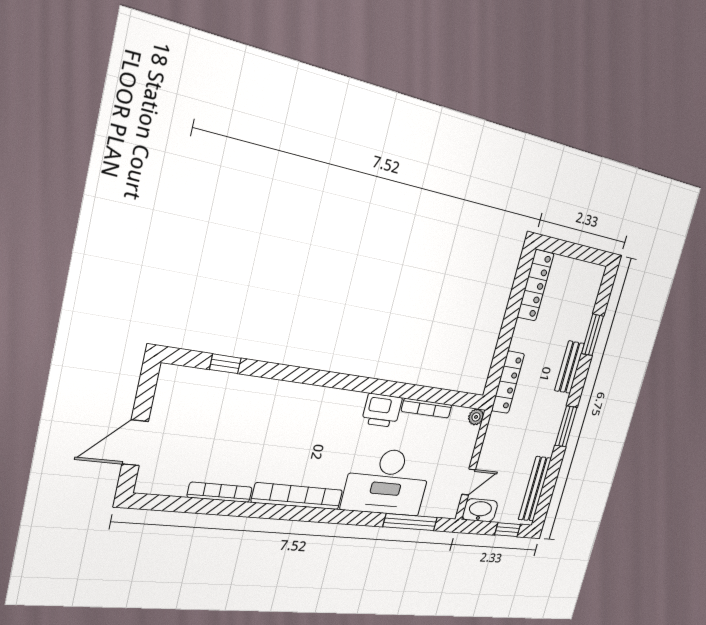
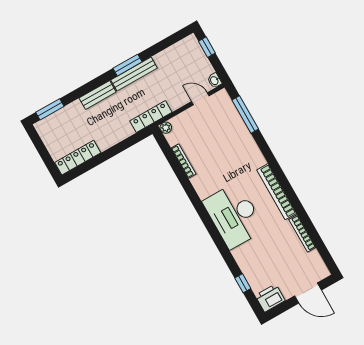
window: (592, 335) -> (50, 109), moved
locker: (508, 382) -> (151, 117), moved
printer: (382, 410) -> (270, 298), moved, turned -90
desk: (387, 482) -> (234, 216), moved, turned 180
bench: (535, 489) -> (134, 74), moved
washbasin: (480, 510) -> (215, 80), width x0.52, depth x0.69

